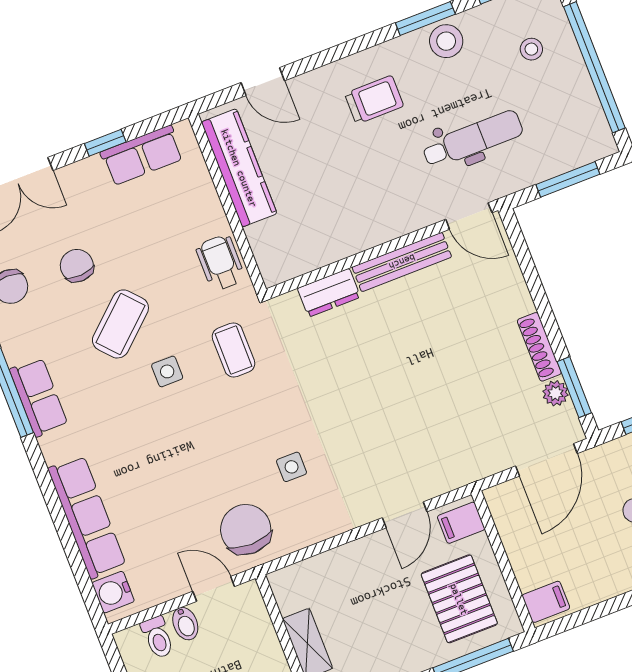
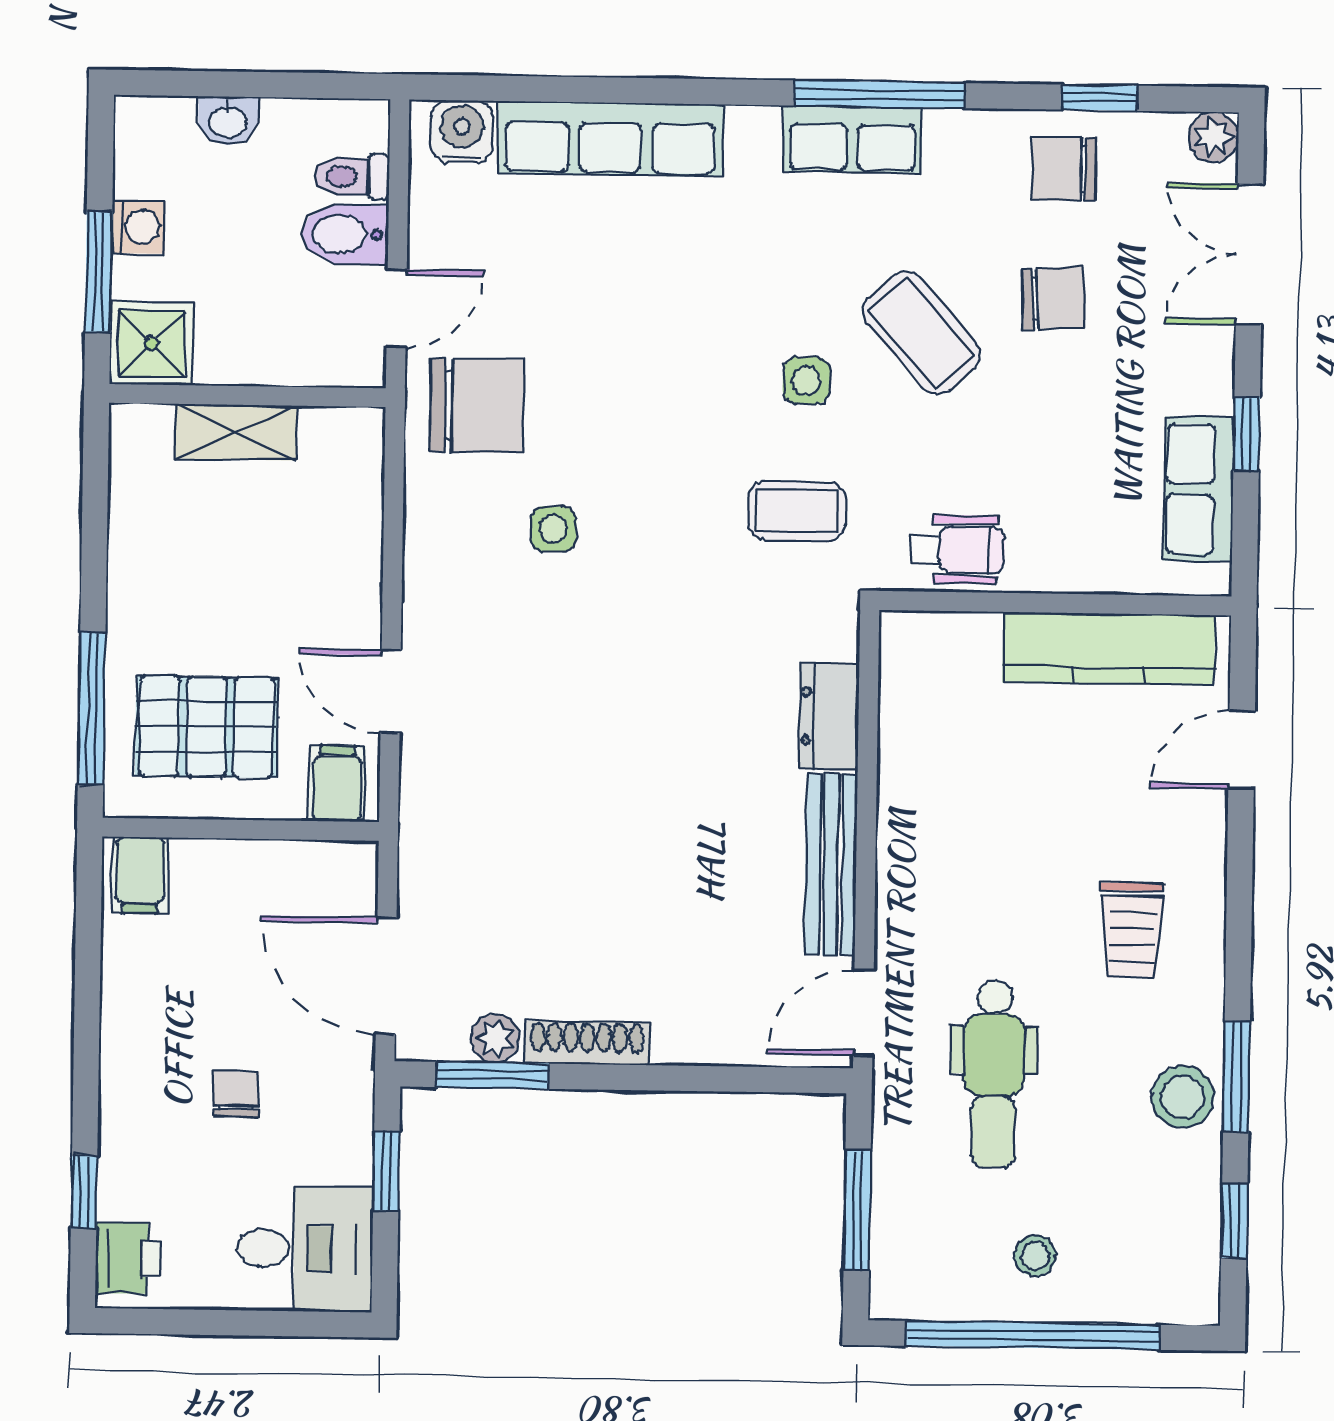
stool: (531, 49) -> (1035, 1255), moved
bidet: (185, 624) -> (345, 234), width x1.38, depth x1.36

